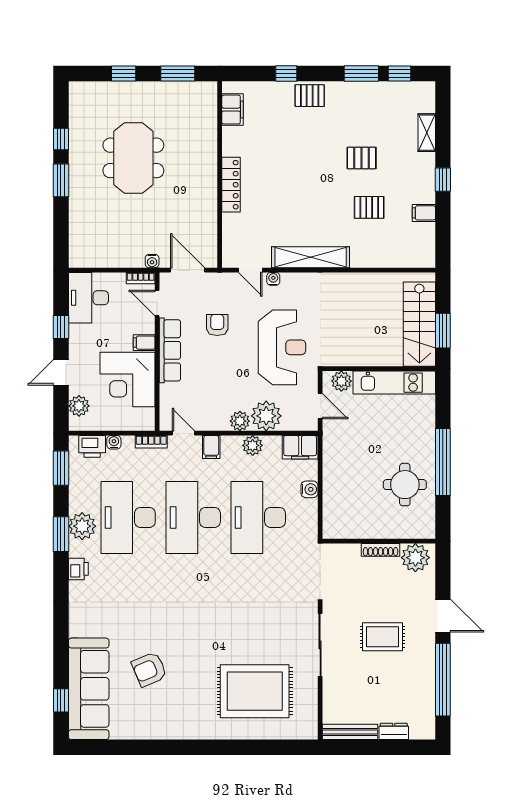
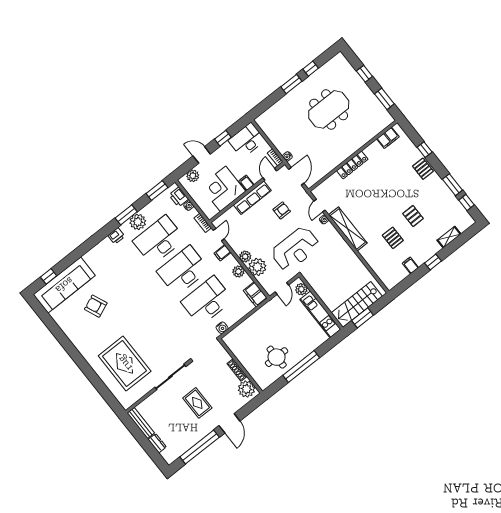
water cooler: (309, 489) -> (222, 328), moved

